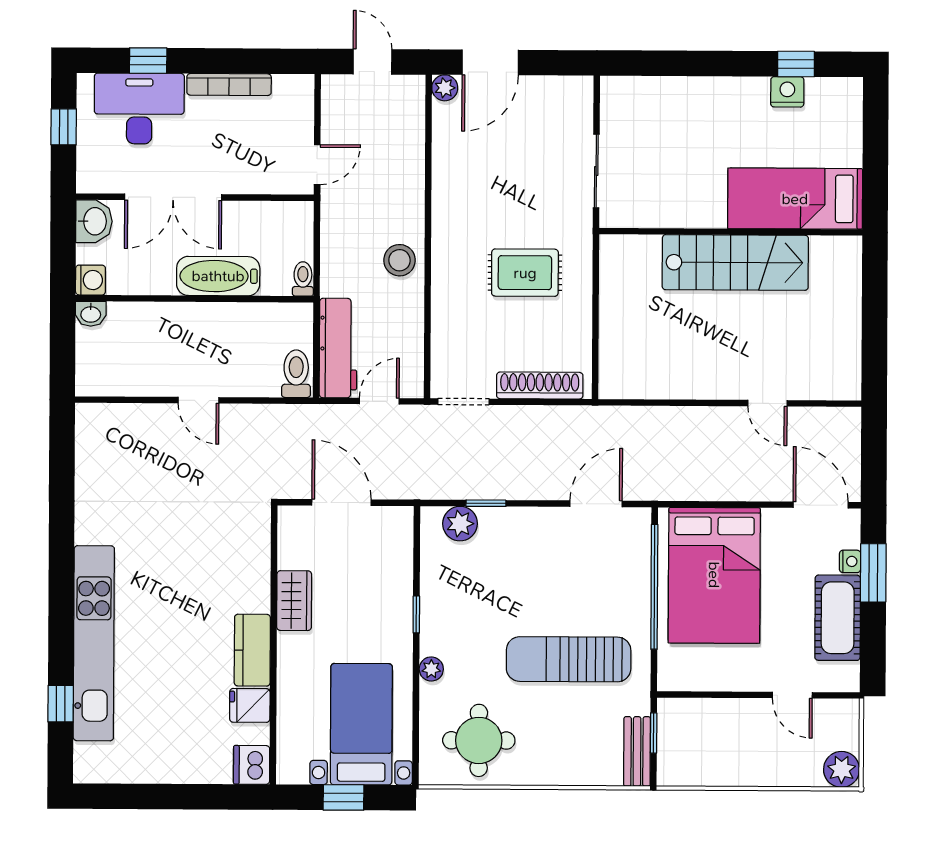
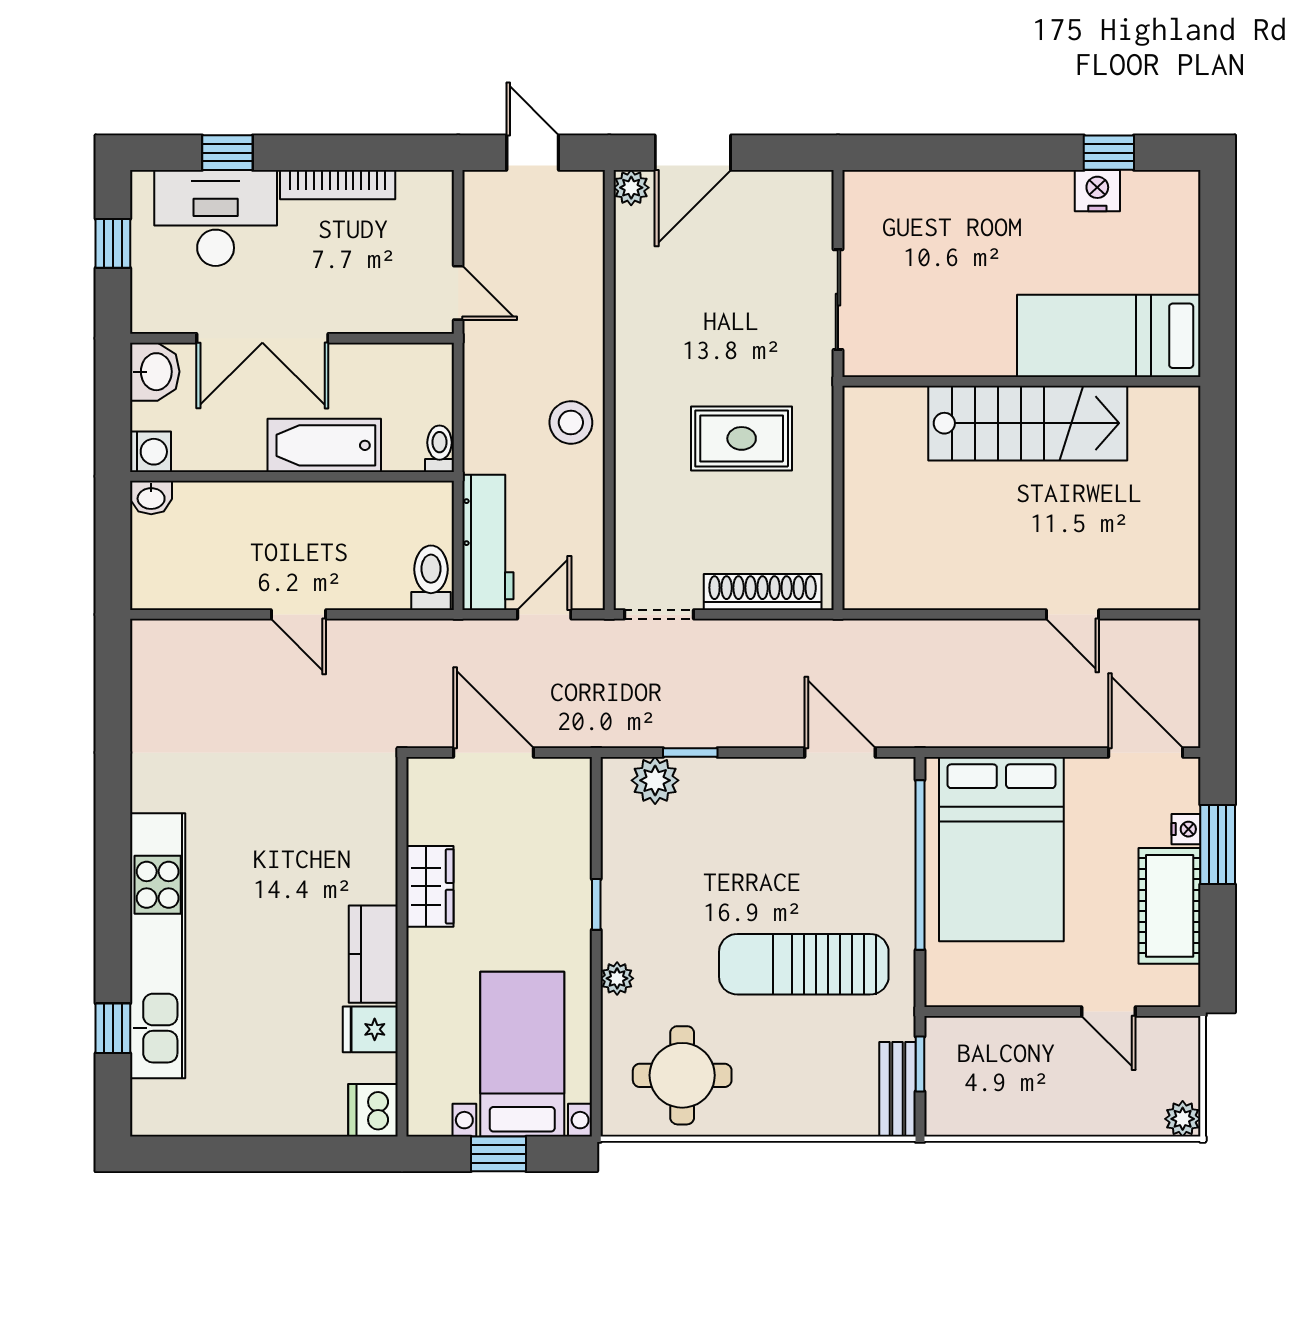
door: (317, 165) -> (458, 293), hinge flipped
door: (596, 504) -> (840, 753), hinge flipped
plant: (842, 769) -> (1183, 1119), width x0.73, depth x0.73

